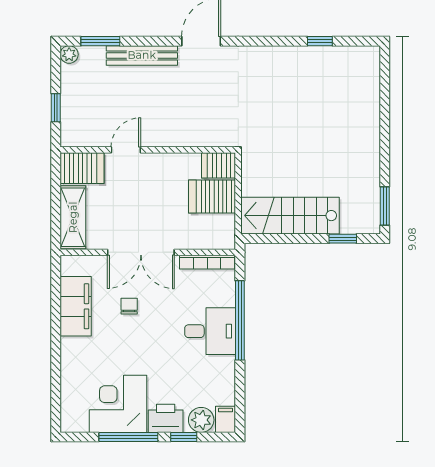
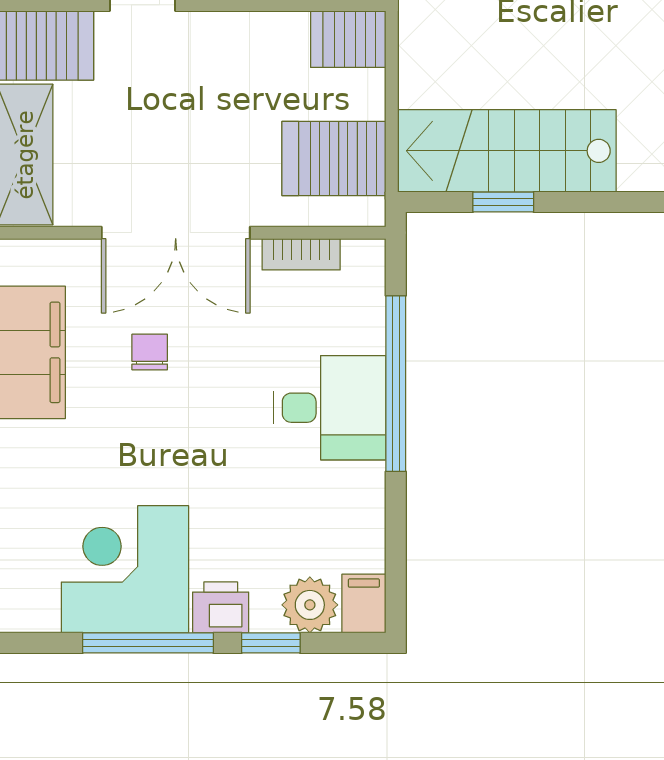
server rack: (212, 196) -> (334, 158), moved
window: (343, 239) -> (503, 202), moved
bookcase: (207, 262) -> (301, 254), width x0.64
printer: (166, 418) -> (221, 607), width x0.73, depth x0.81

